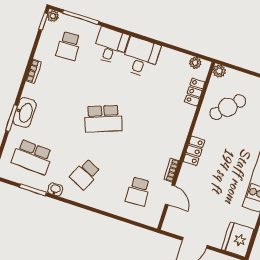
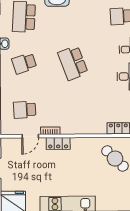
locker: (194, 151) -> (58, 143), moved
school desk: (85, 174) -> (24, 63), turned -42

